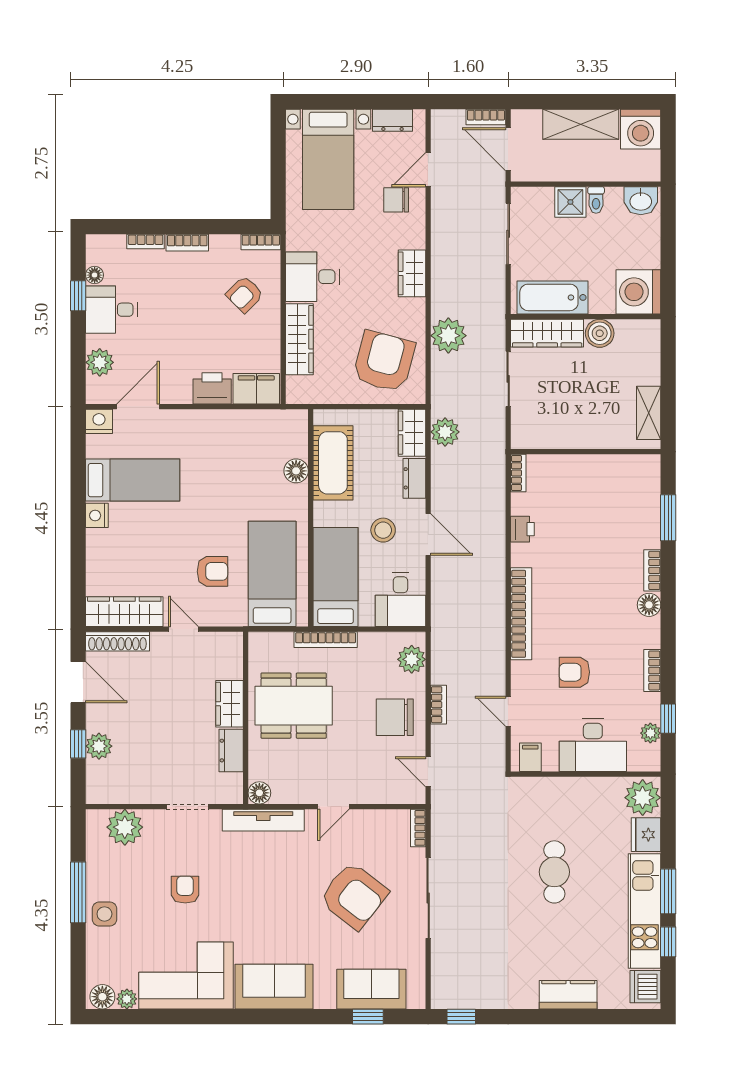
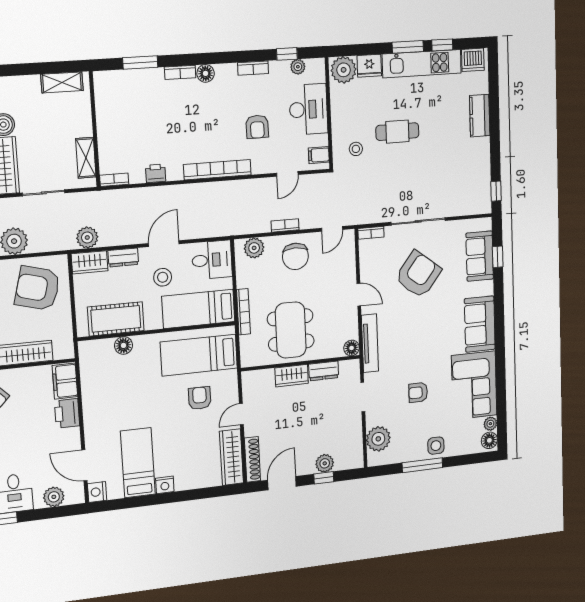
shelving: (550, 437) -> (86, 158), added
stool: (535, 811) -> (356, 149), added

